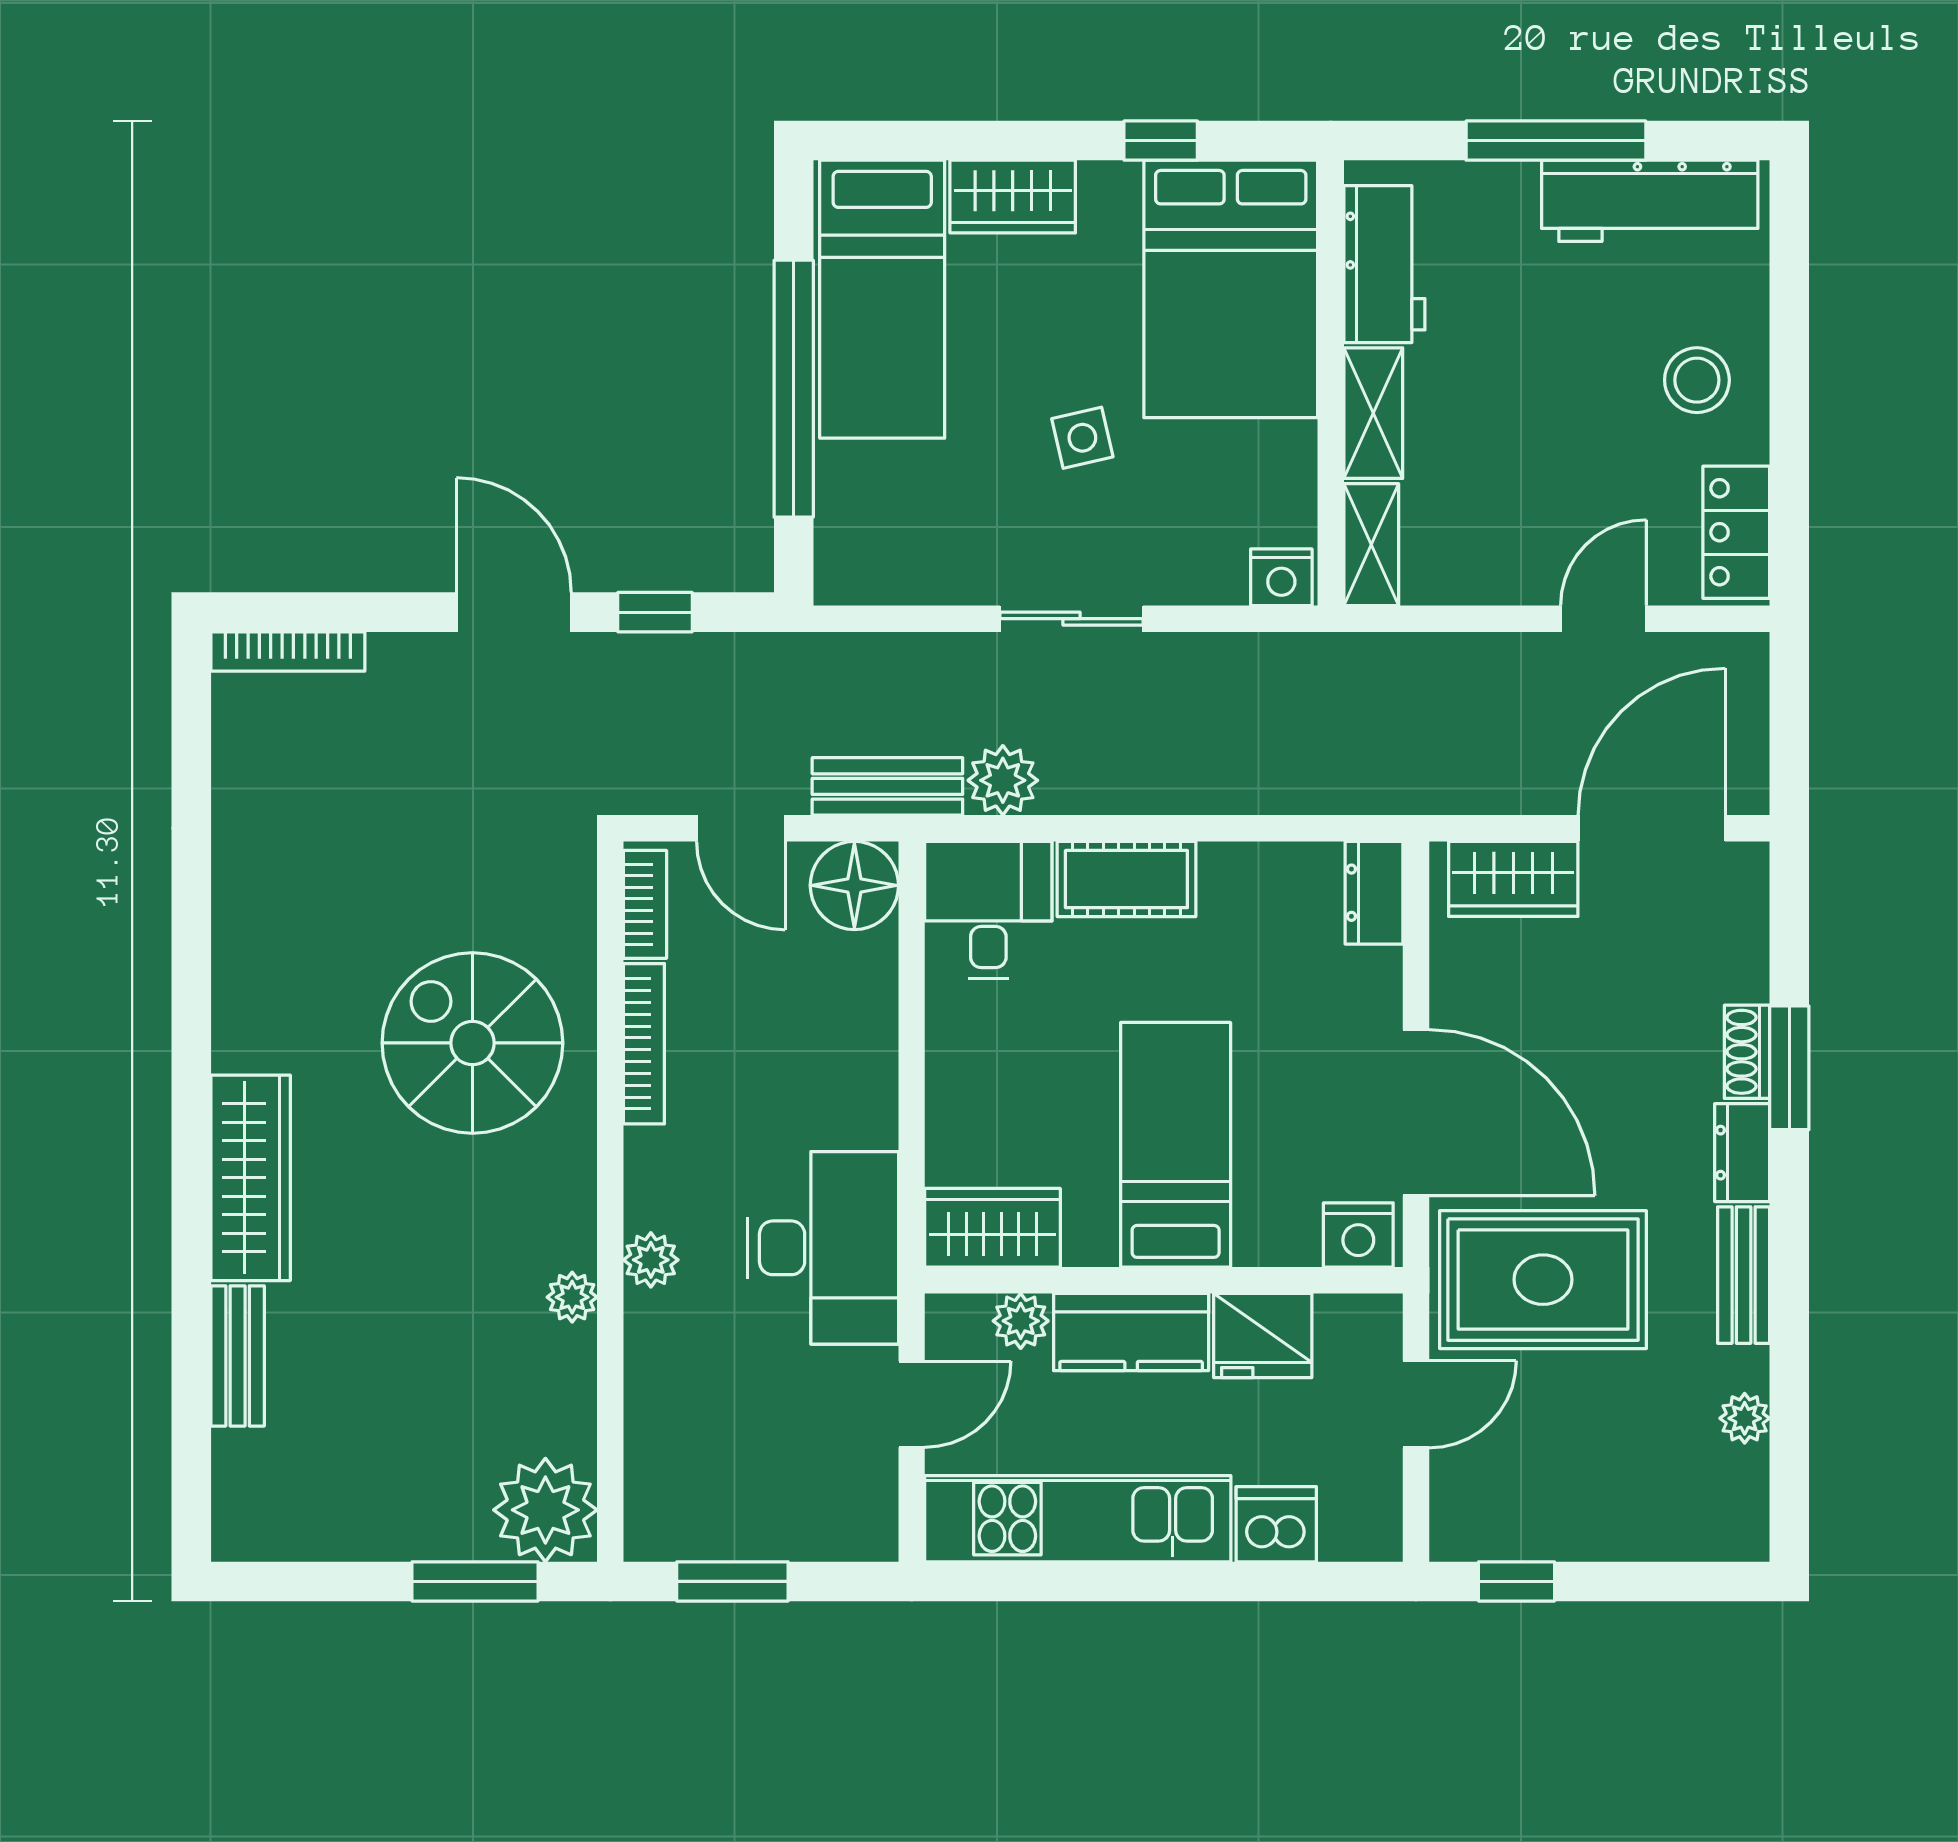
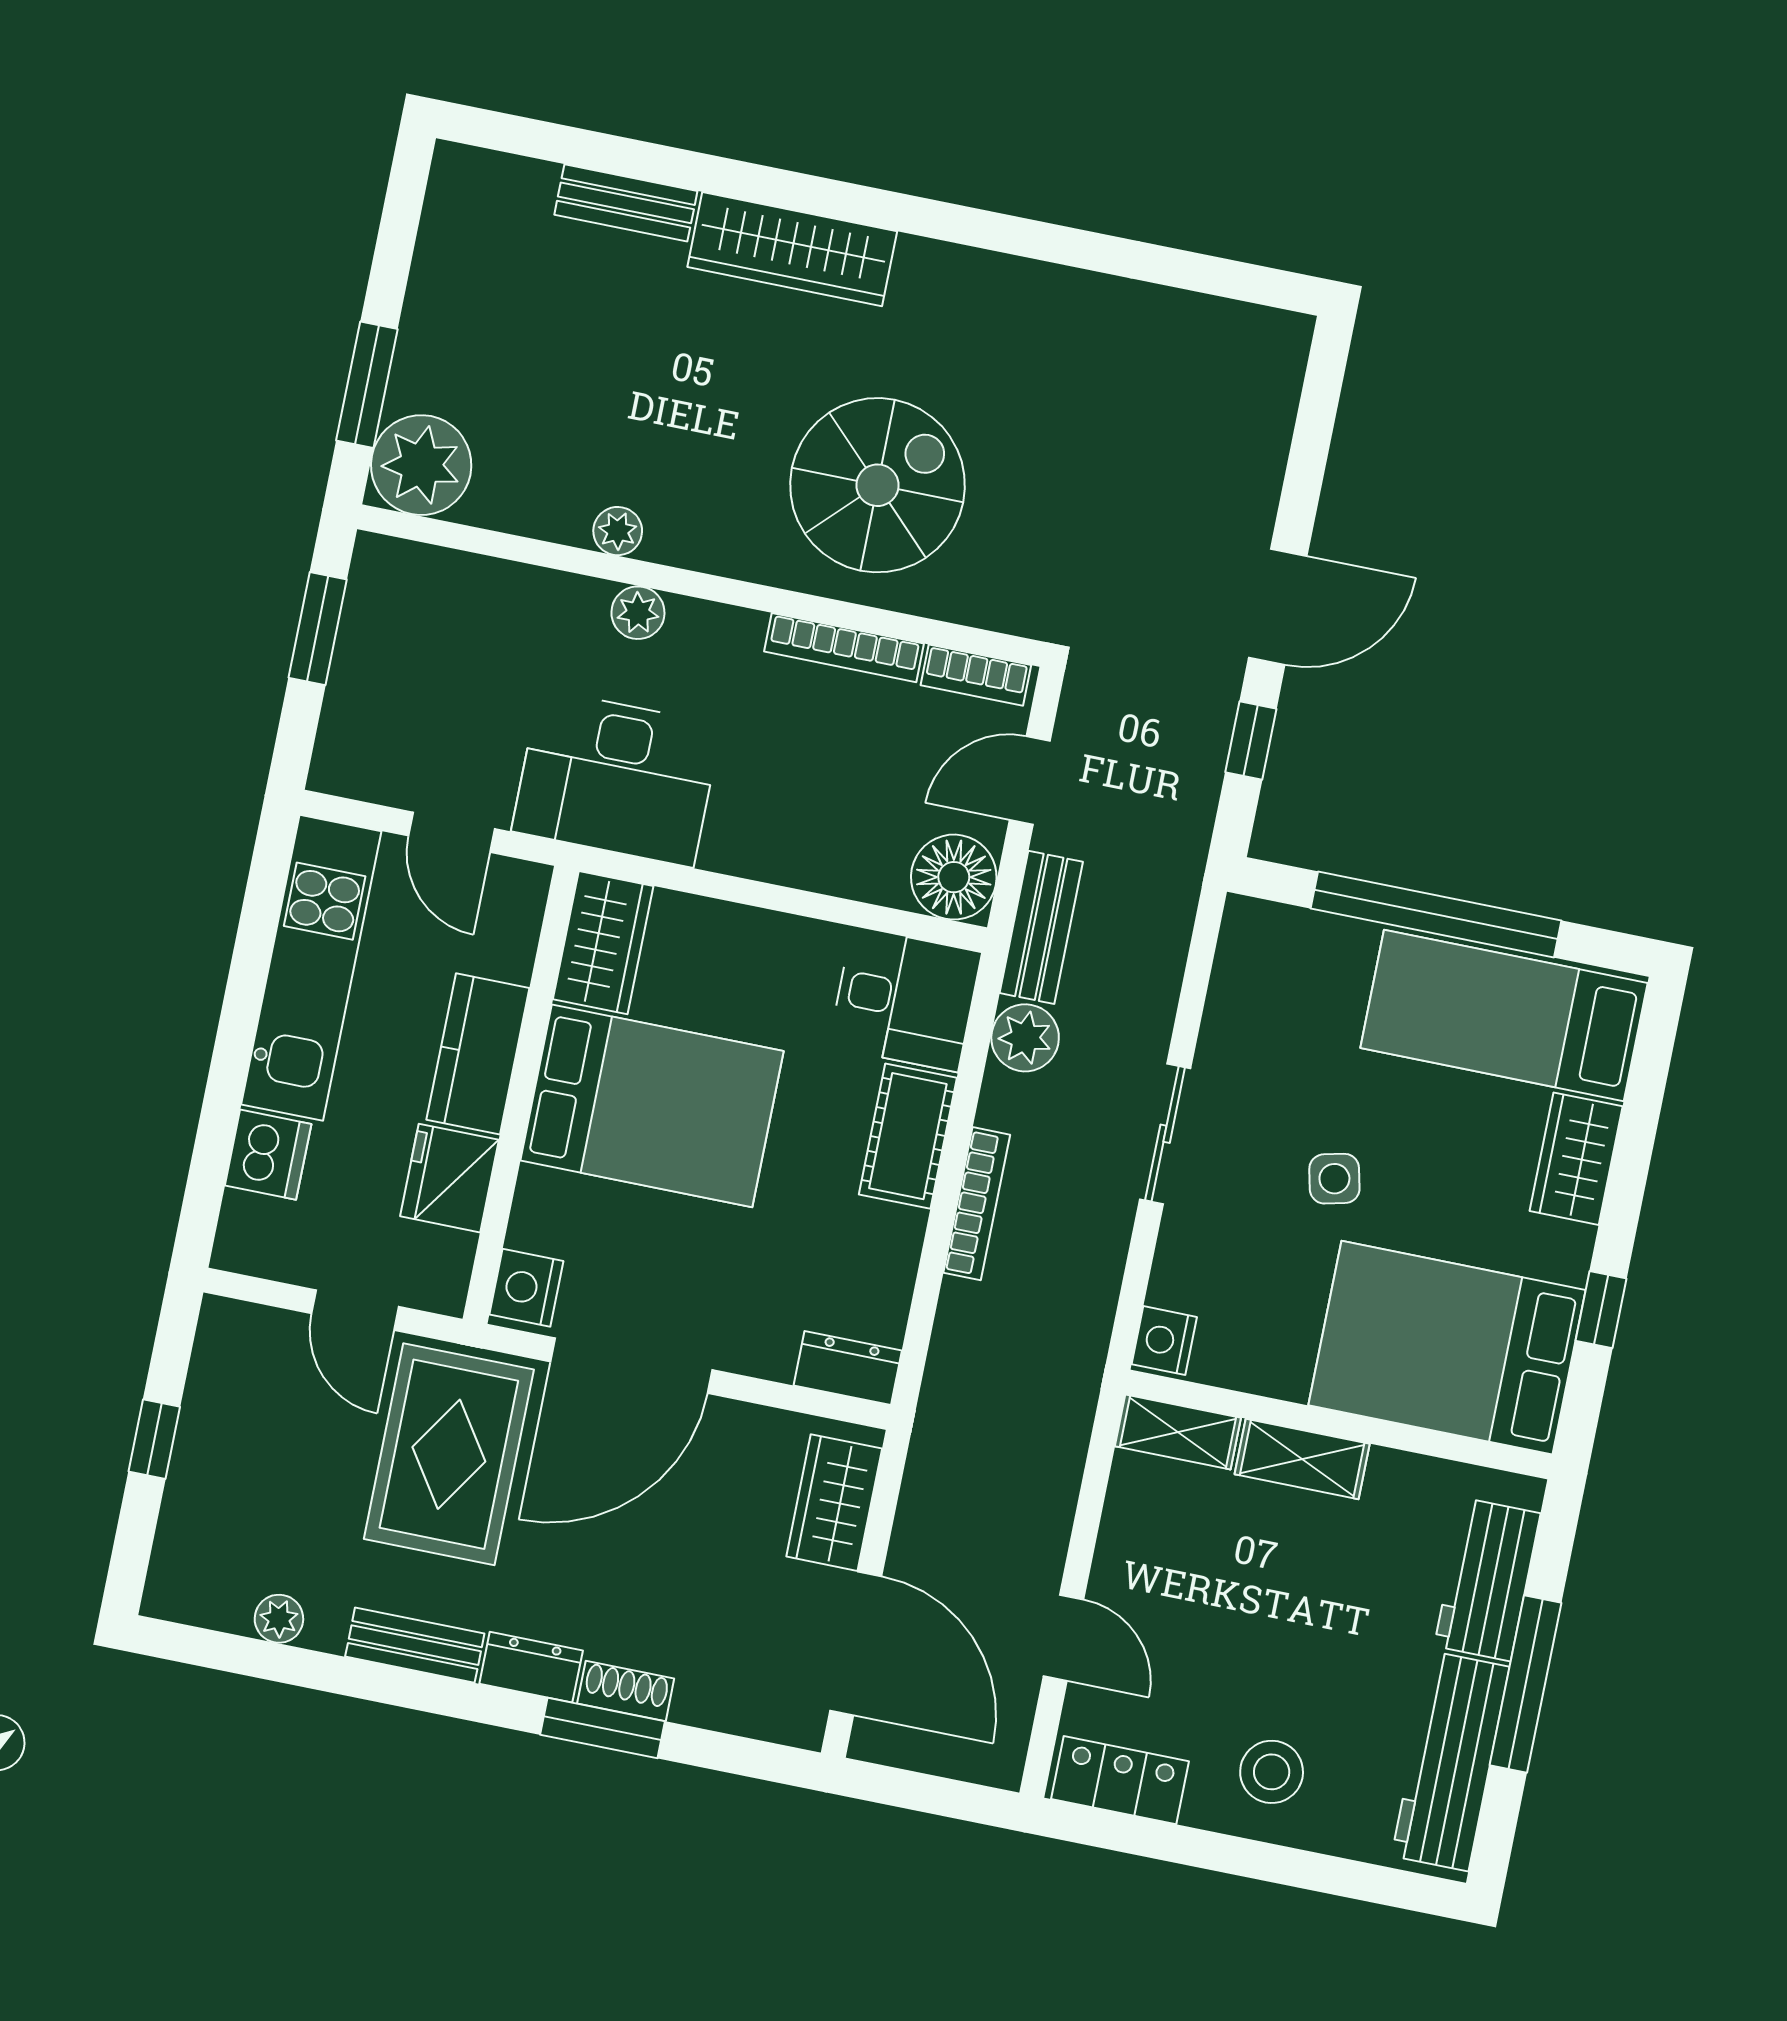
workbench: (1384, 264) -> (1487, 1580), moved, turned 90
bookcase: (288, 651) -> (977, 1204), moved, turned 180
bed: (1176, 1145) -> (652, 1106), width x1.50
plant: (1021, 1321) -> (509, 951), removed
window: (1516, 1581) -> (154, 1439), moved

